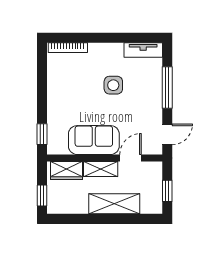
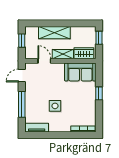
window: (42, 134) -> (99, 93), moved
sofa: (94, 140) -> (80, 72), moved
door: (130, 158) -> (44, 61), swing flipped

